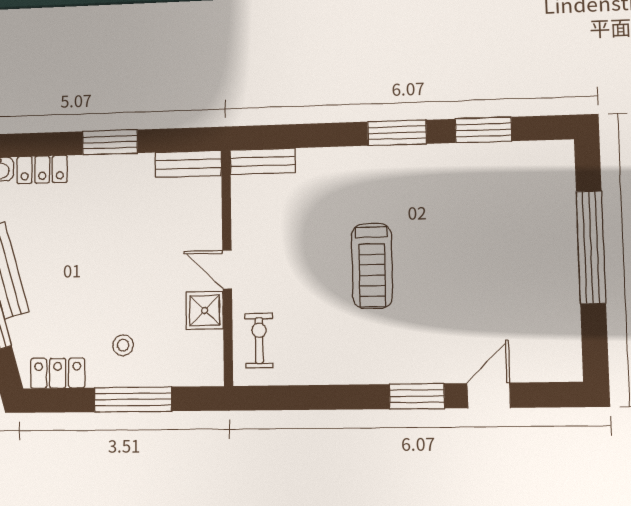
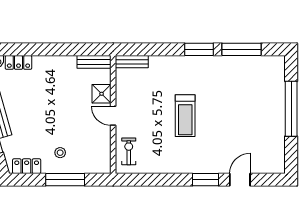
window: (483, 130) -> (241, 49), width x1.44
window: (110, 142) -> (54, 49), removed
shower: (205, 311) -> (102, 94), moved

